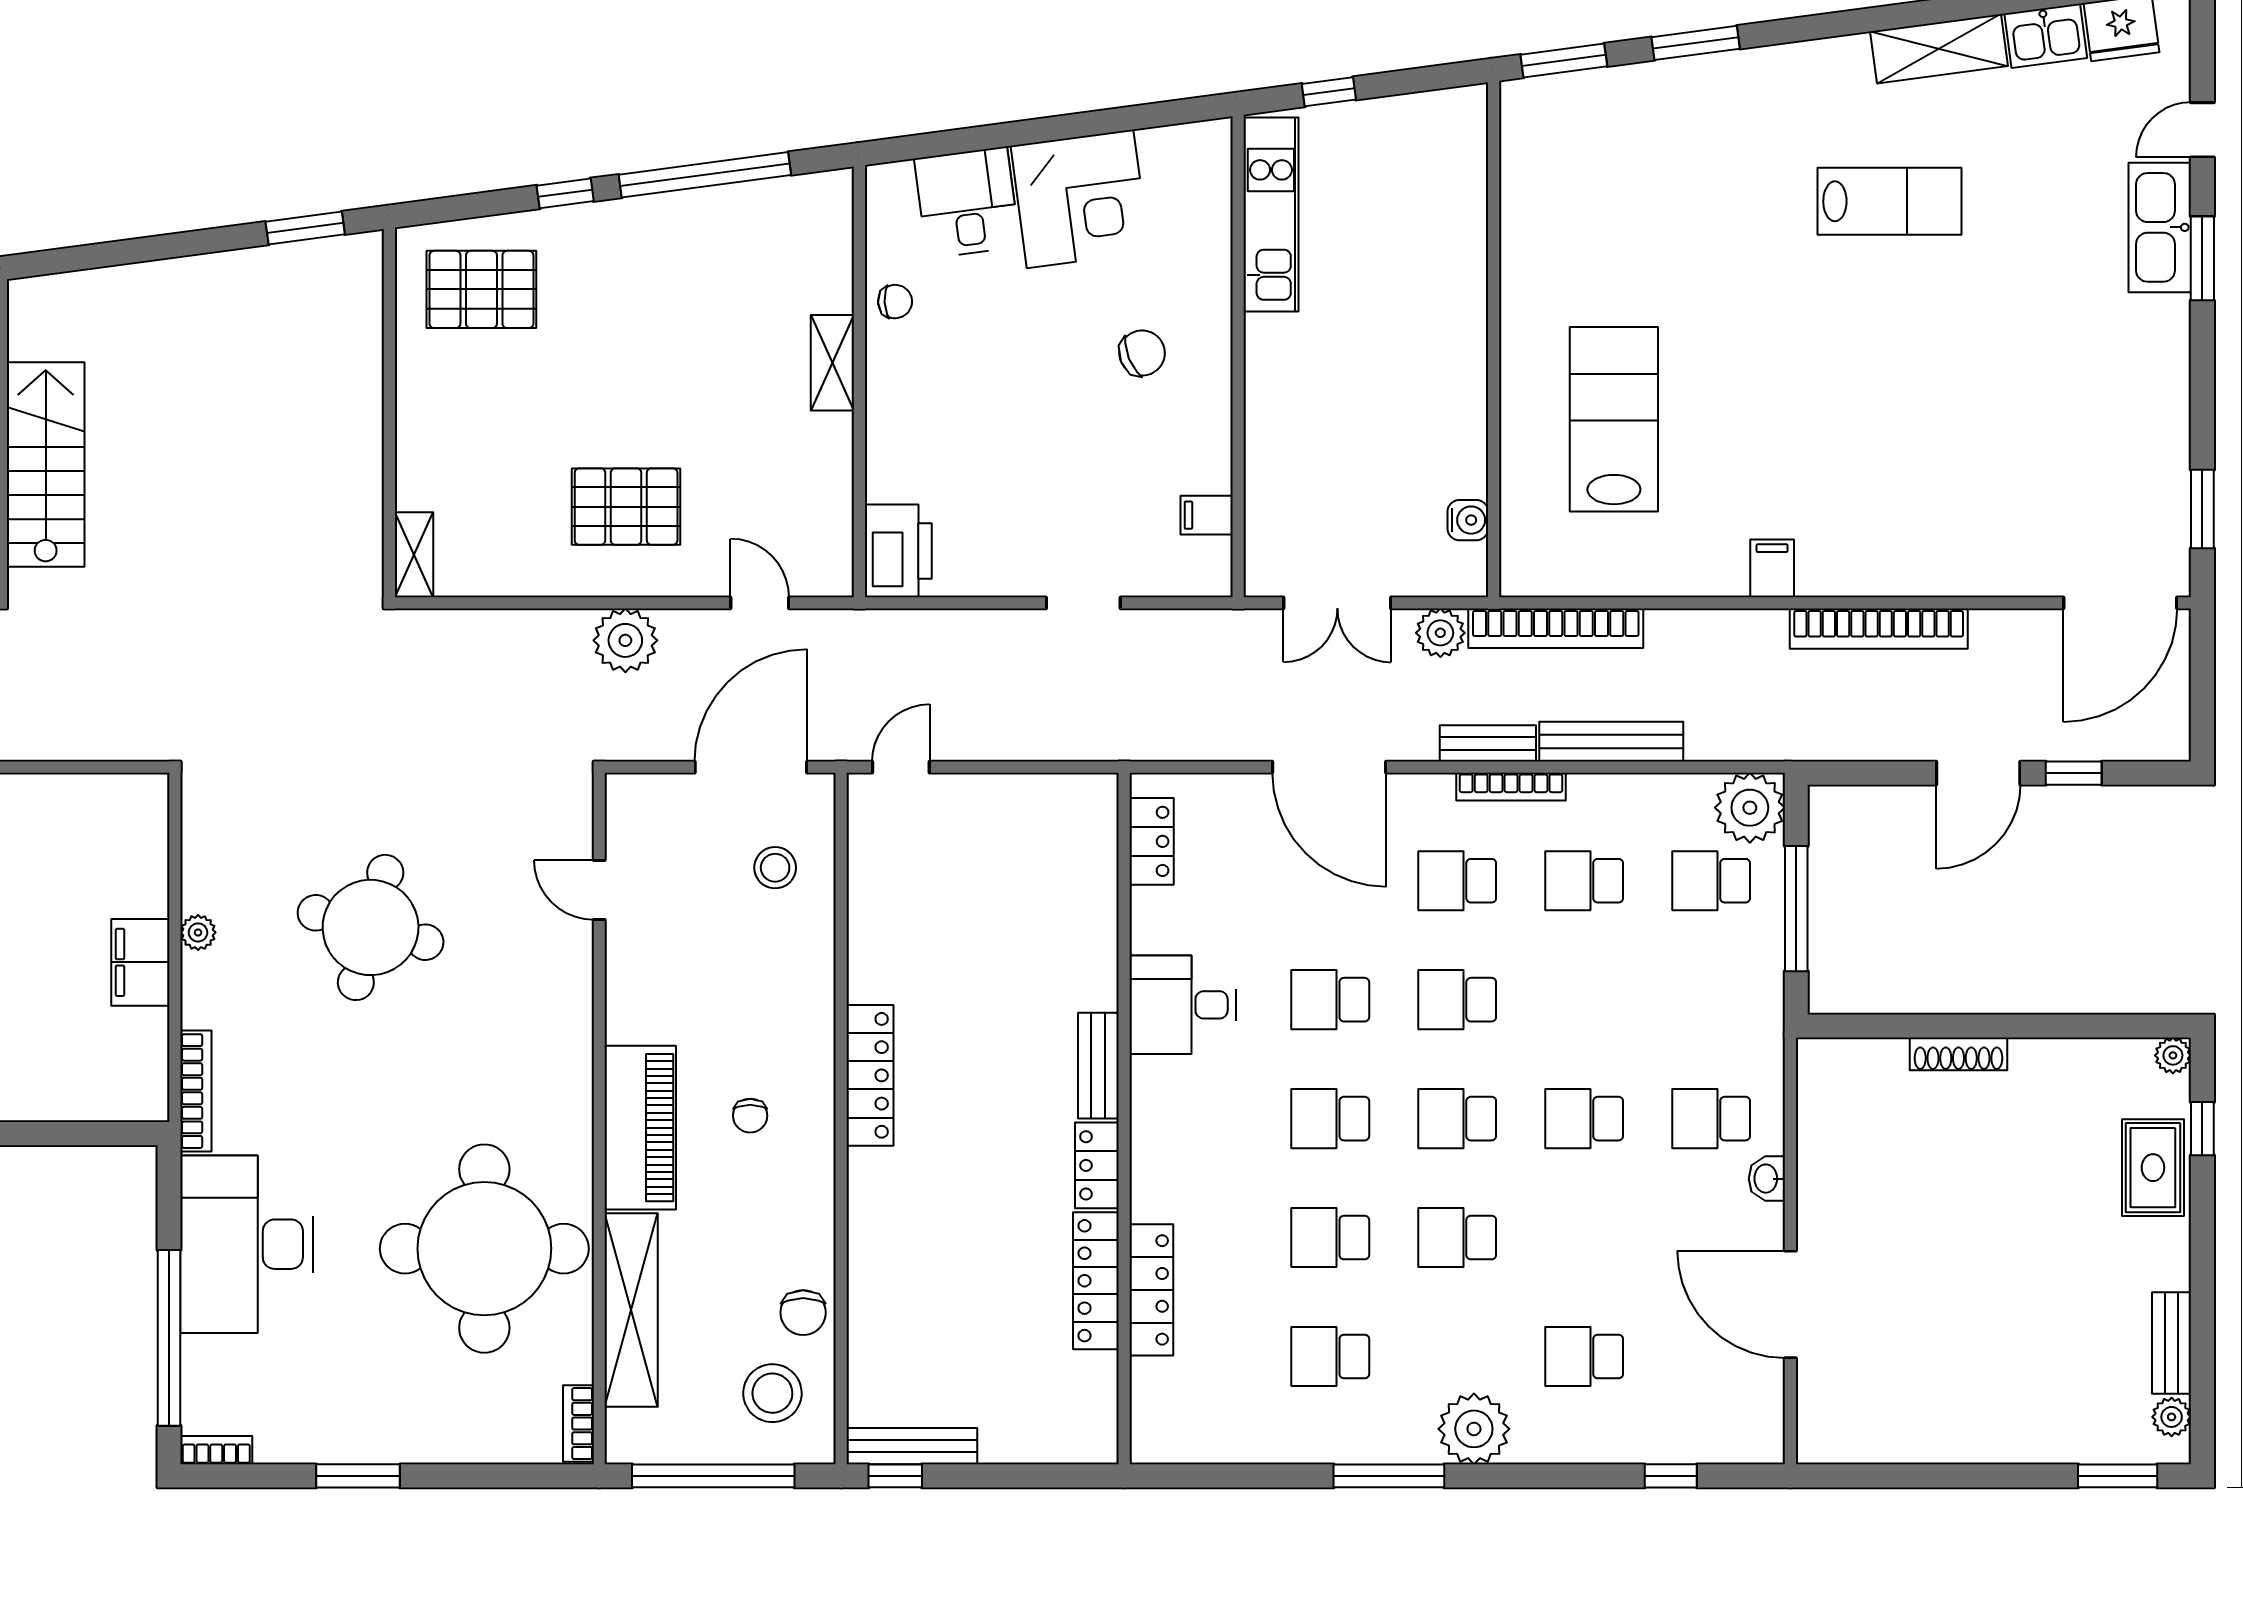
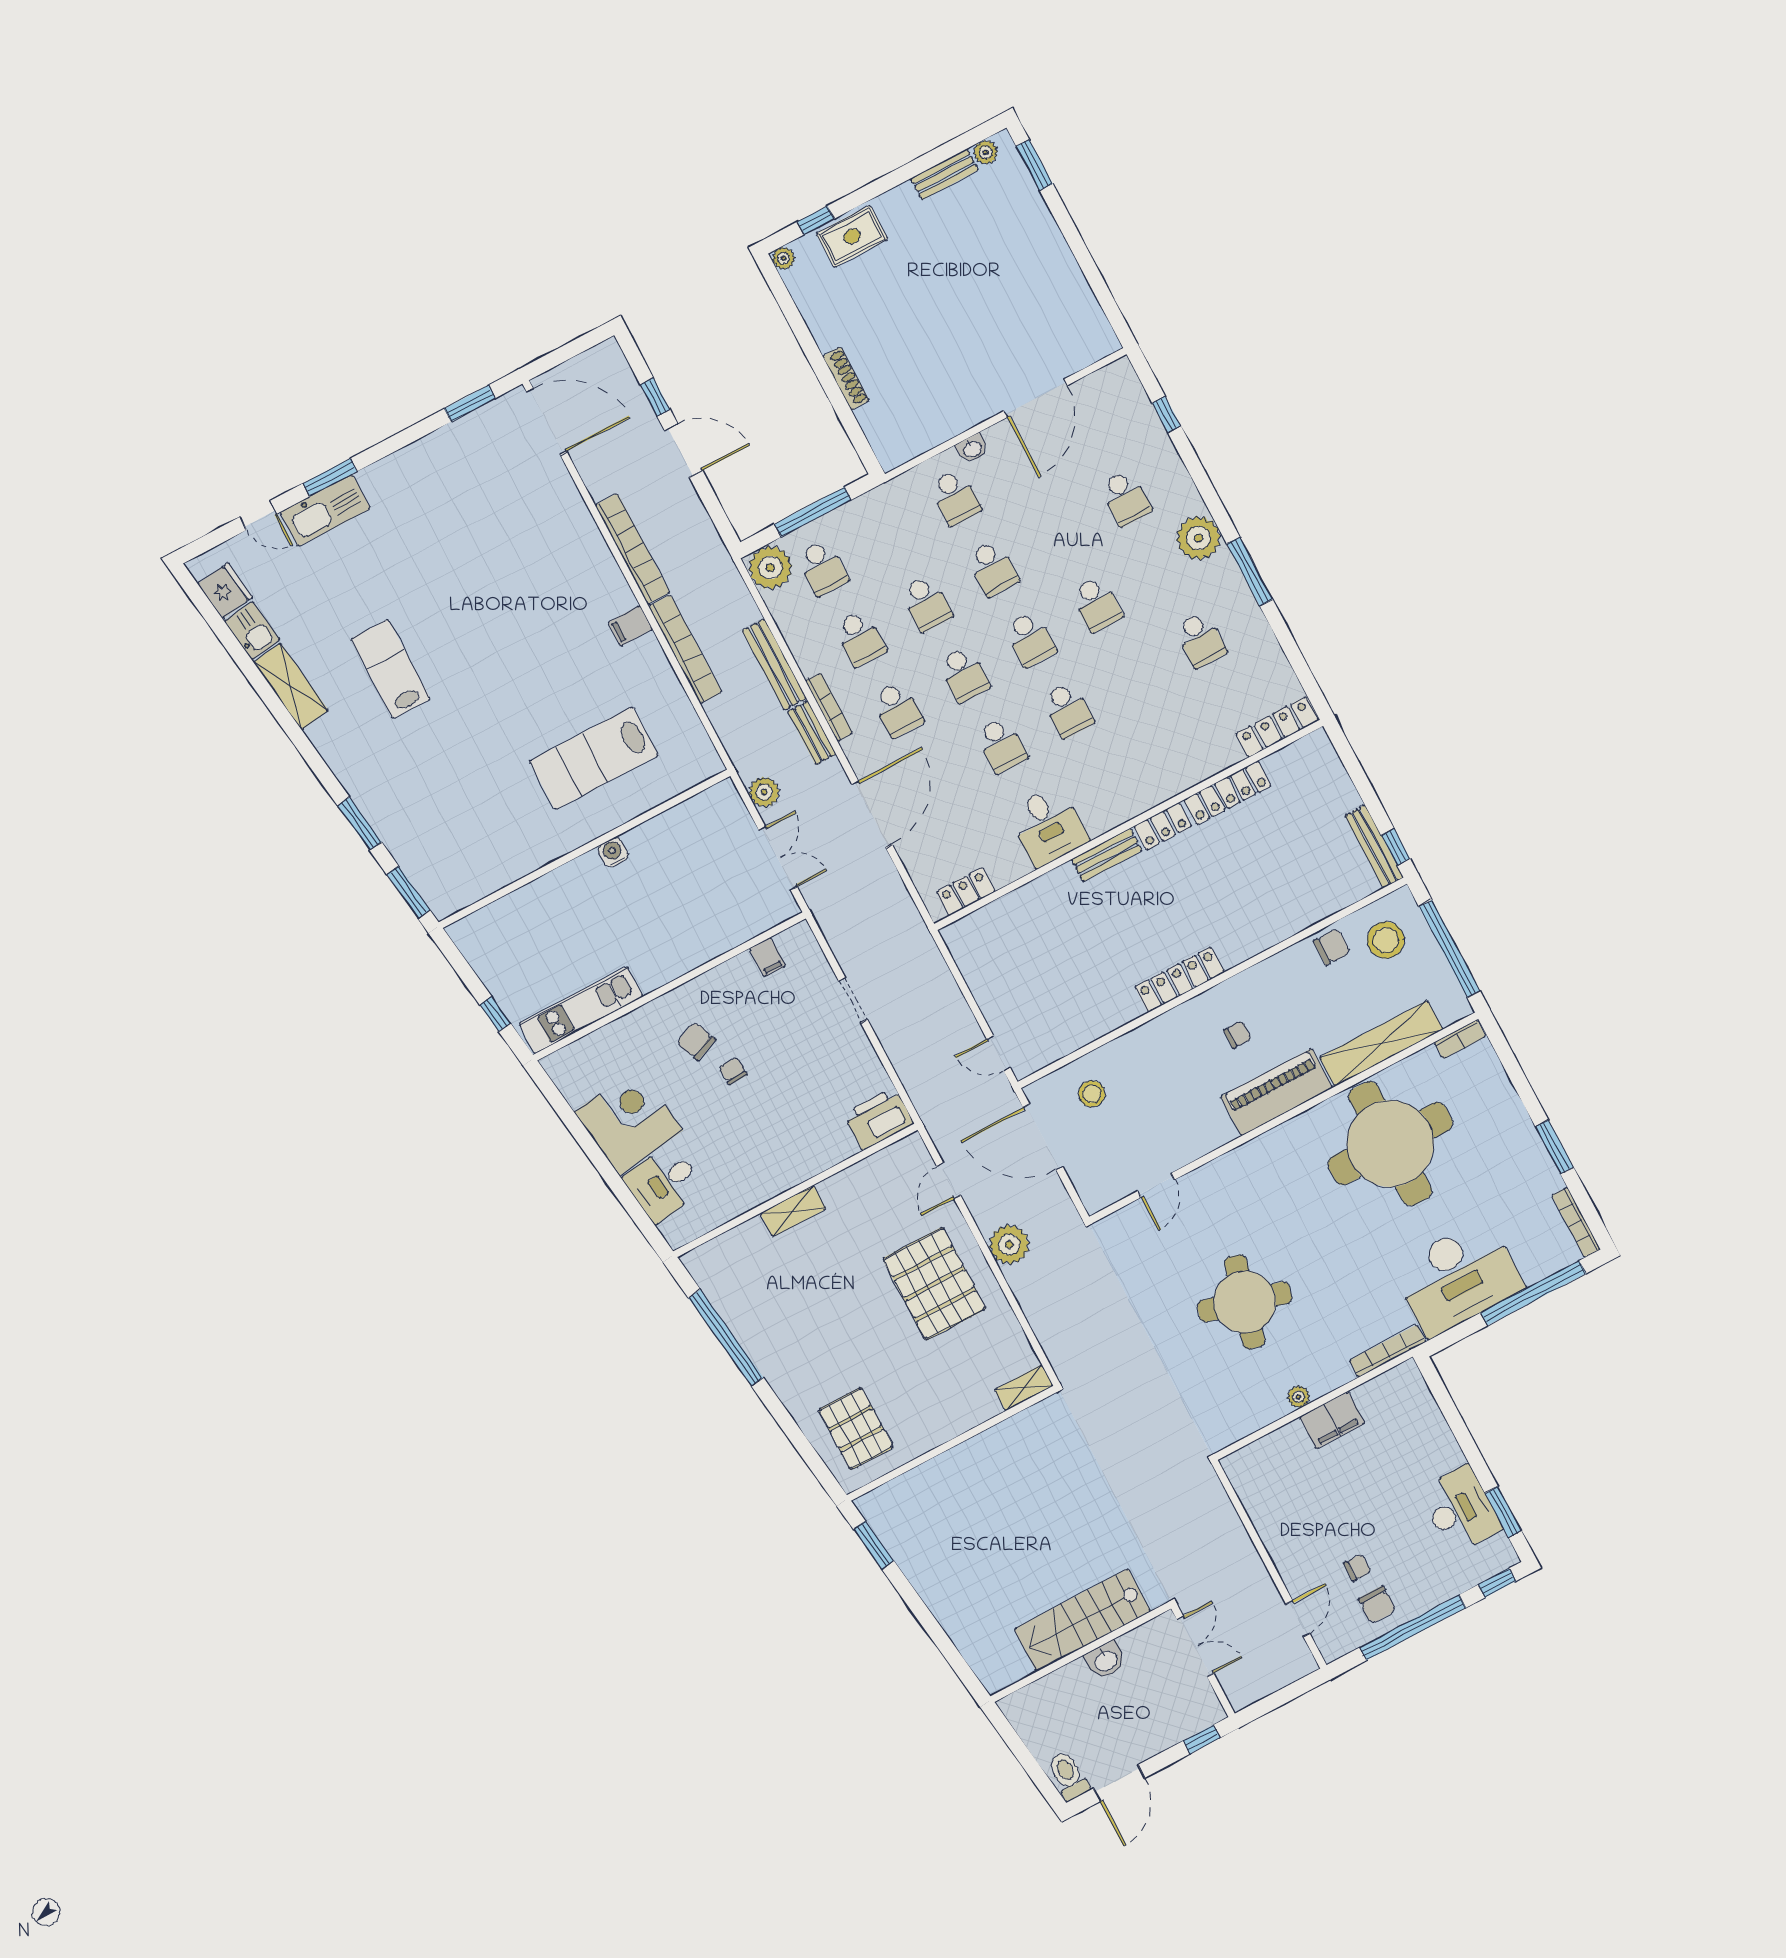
window: (565, 193) -> (777, 1410), removed
chair: (895, 302) -> (733, 1071), moved
pallet: (626, 507) -> (934, 1284), width x1.37, depth x1.41
water cooler: (1468, 520) -> (613, 852), moved
bookcase: (1556, 628) -> (685, 649), moved
school desk: (1330, 1238) -> (926, 603), moved
locker: (1151, 1290) -> (1277, 727), moved
bookcase: (216, 1450) -> (1576, 1222), width x1.56

